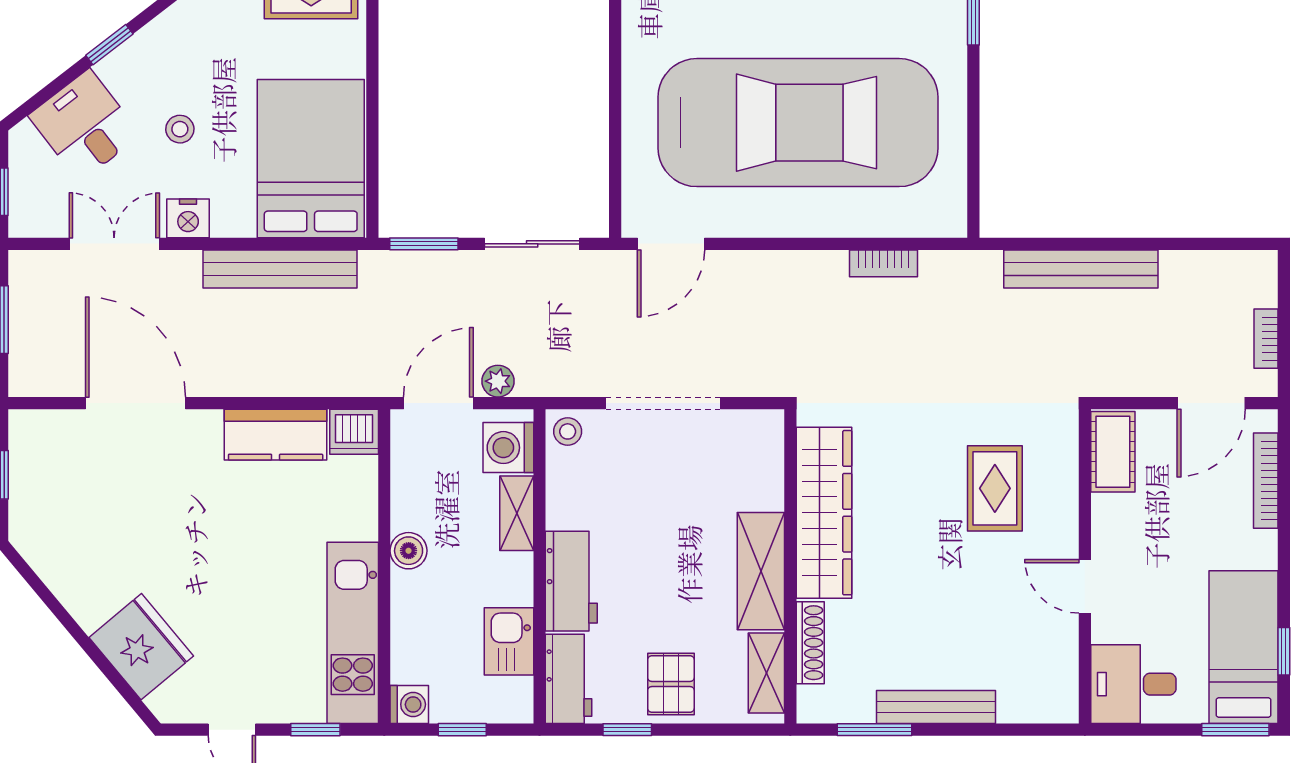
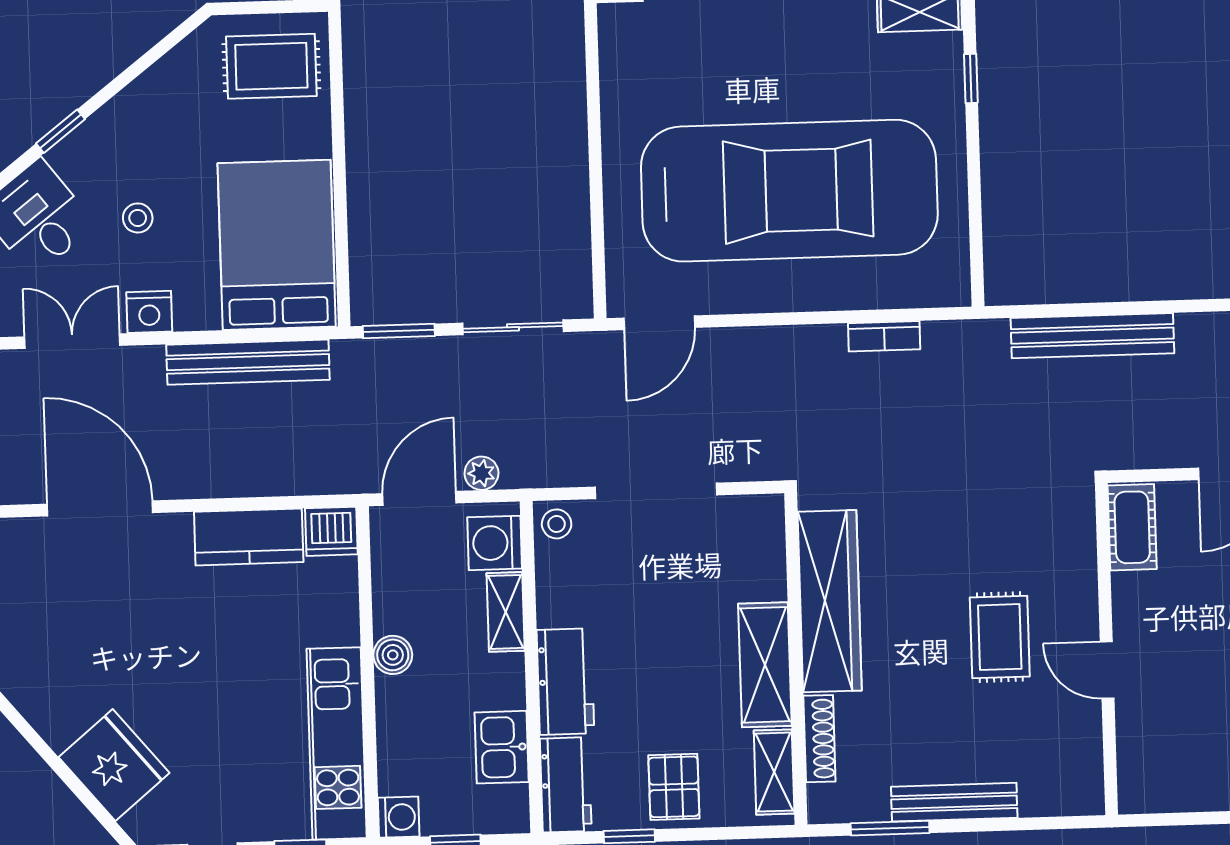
rug: (995, 488) -> (1000, 637), moved
desk: (1133, 684) -> (1162, 772), removed

